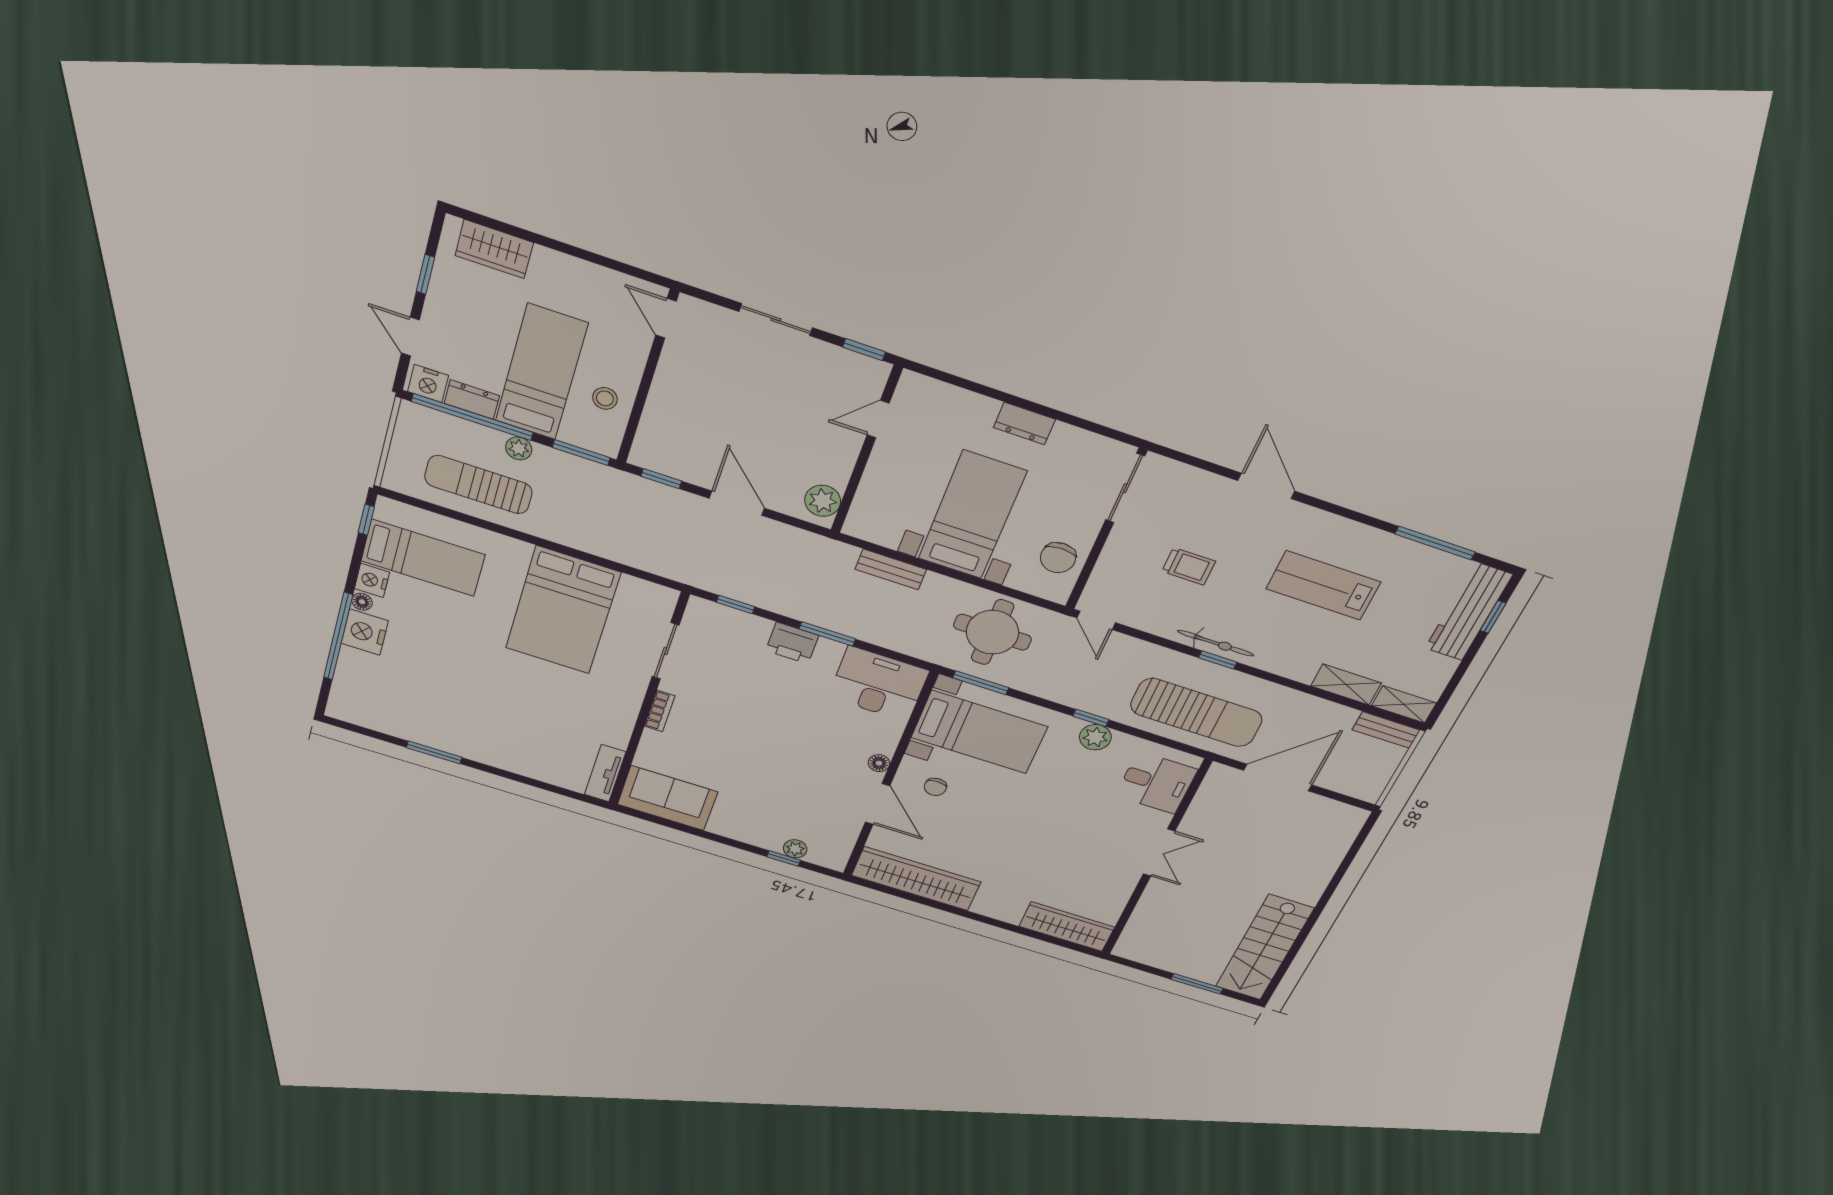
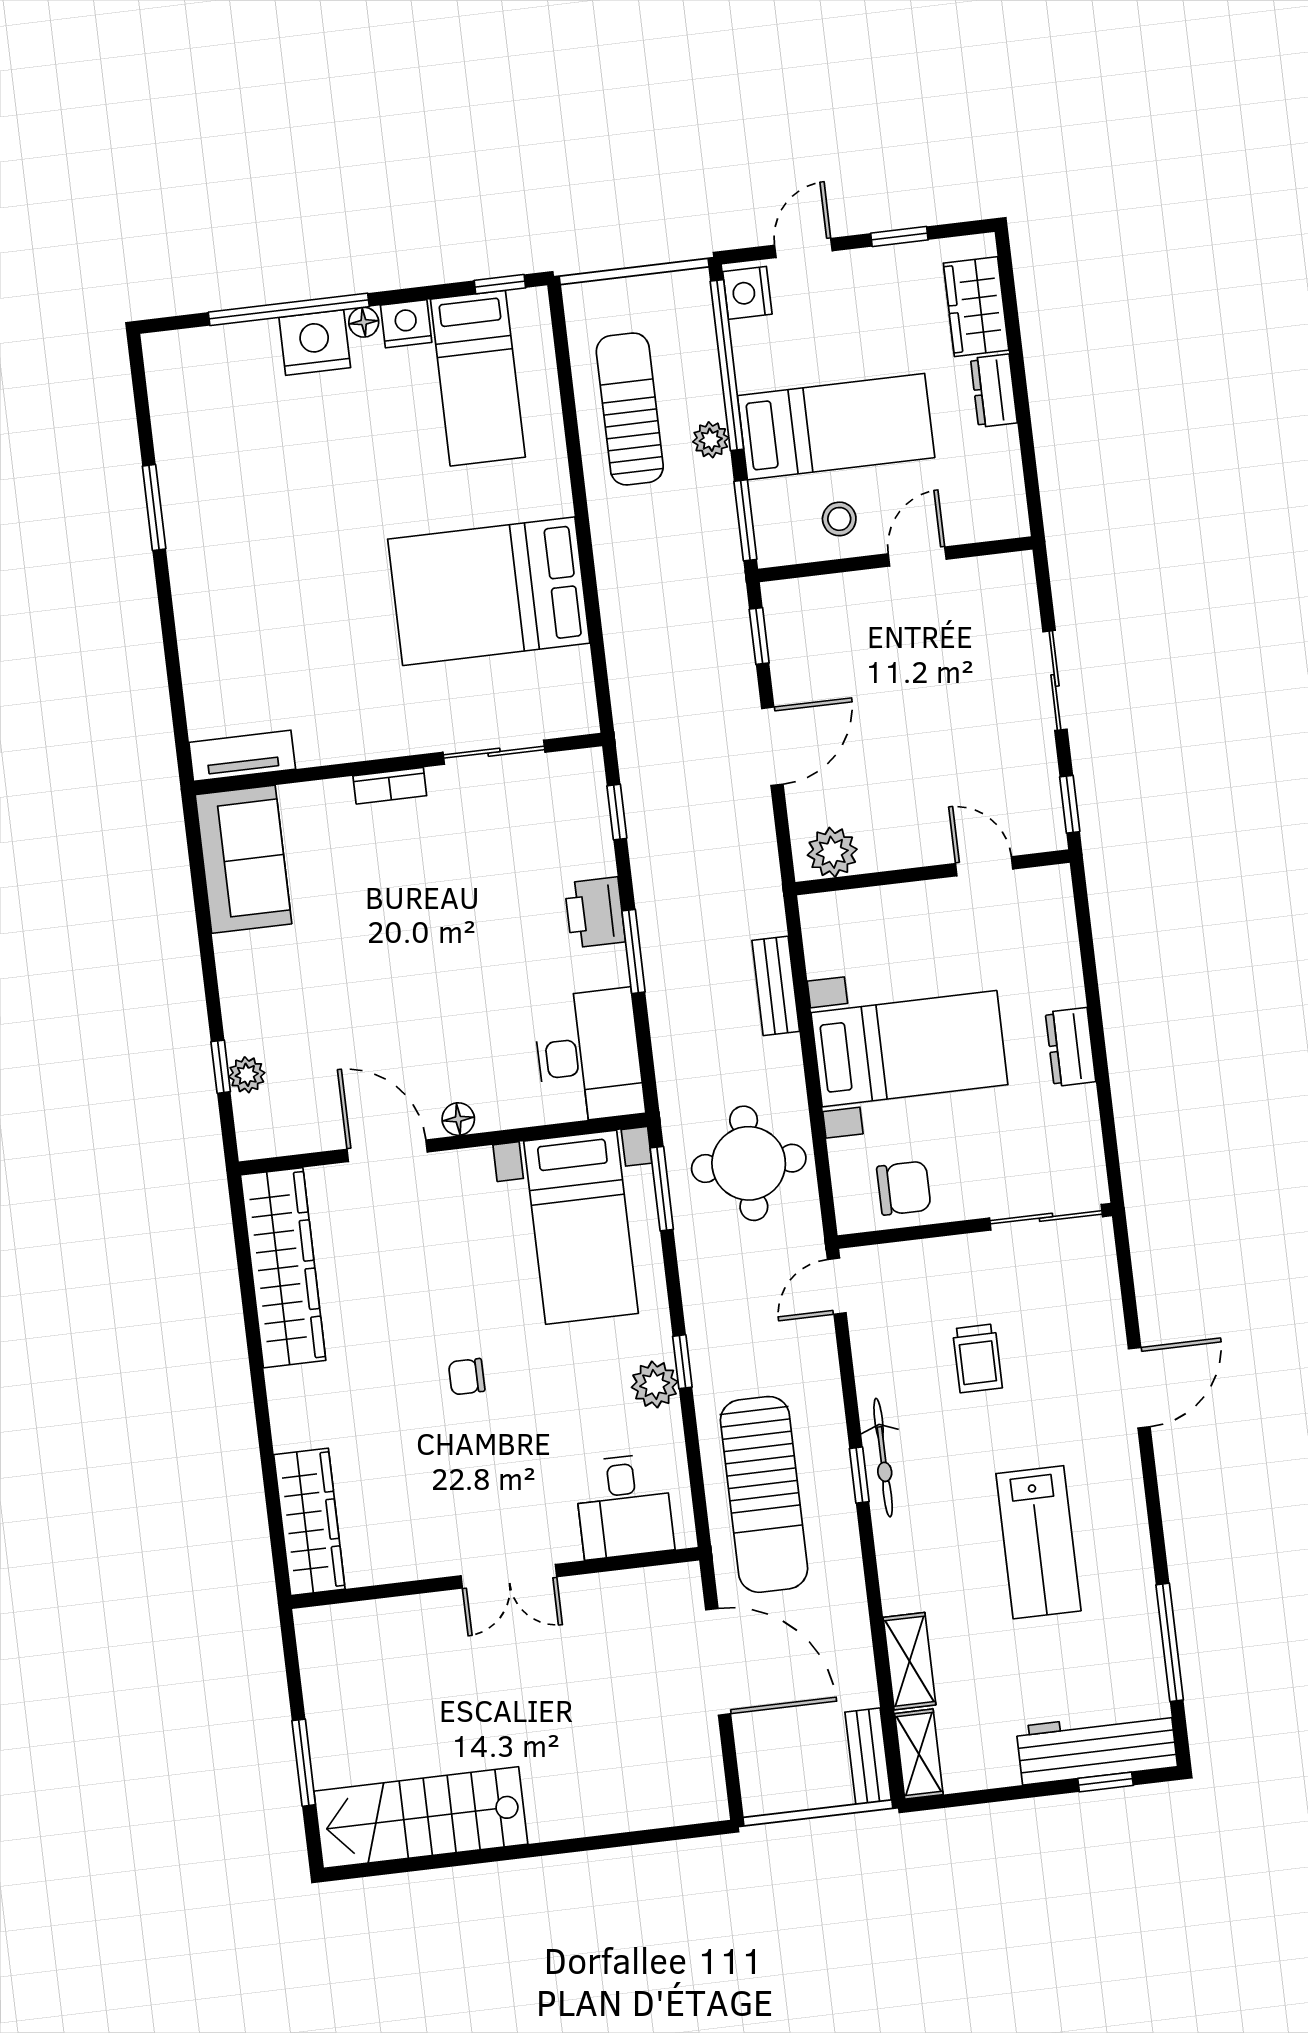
door: (666, 318) -> (917, 557), moved
dresser: (472, 399) -> (994, 391), moved, turned 180
chair: (1058, 558) -> (904, 1188), turned 180
lab bench: (1323, 585) -> (1038, 1542), turned 180
chair: (935, 787) -> (467, 1377), moved
door: (878, 804) -> (387, 1151), swing flipped

